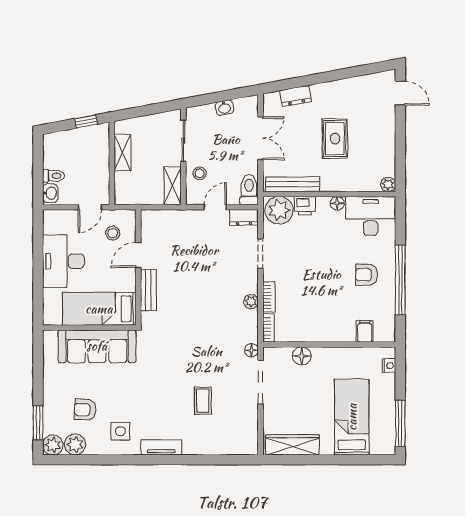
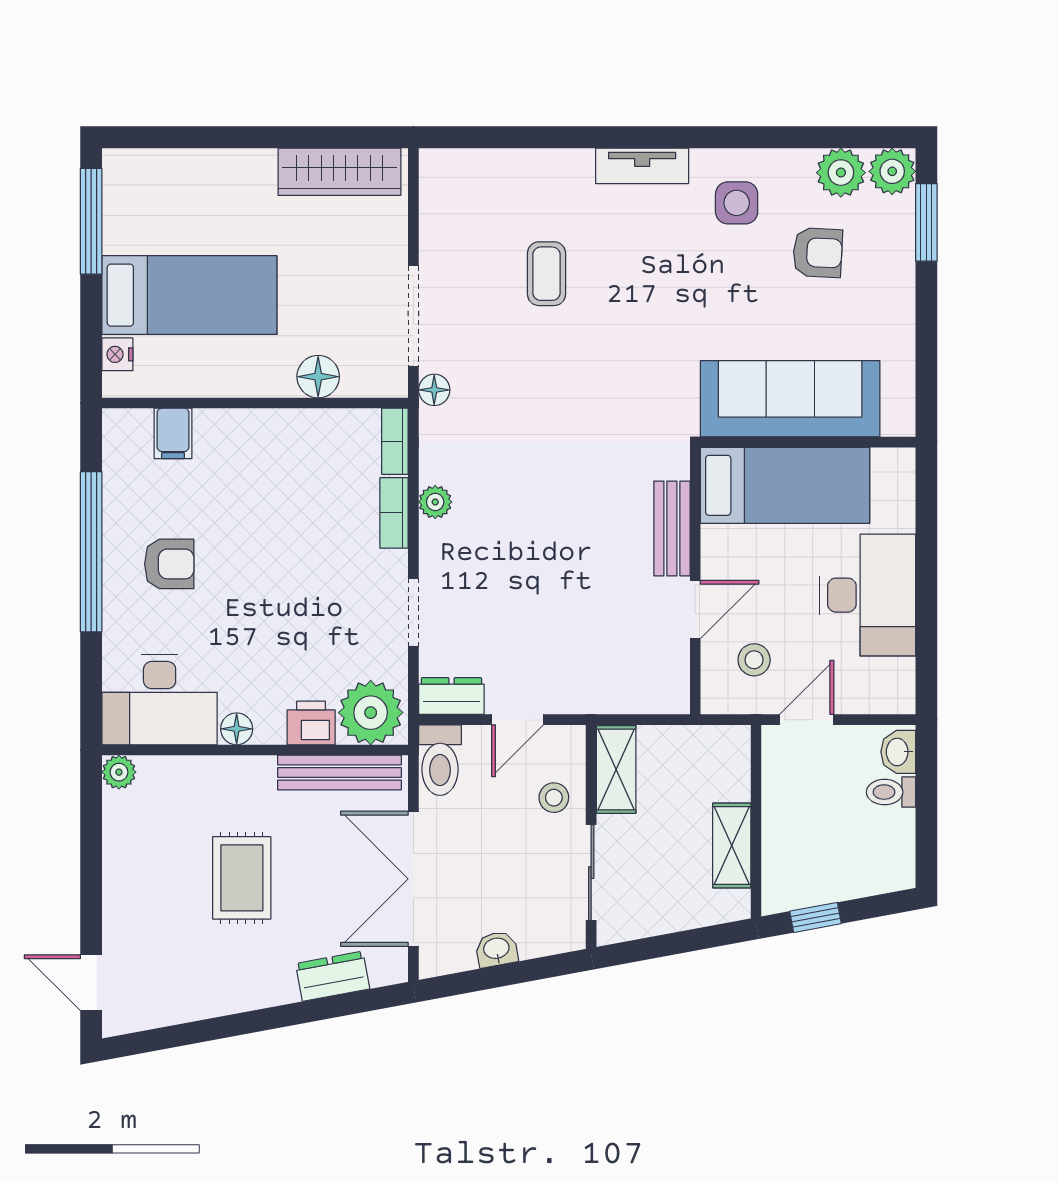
double door: (261, 138) -> (413, 879), width x1.37
bed: (352, 417) -> (189, 295), moved, turned -90

